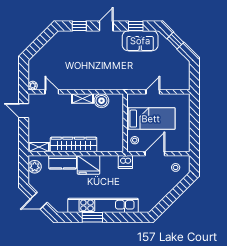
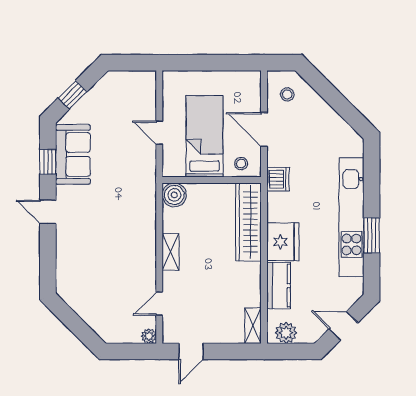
window: (79, 26) -> (48, 257), removed
boiler: (101, 101) -> (174, 195), moved
wardrobe: (74, 144) -> (248, 222), moved
door: (39, 201) -> (343, 326), swing flipped

